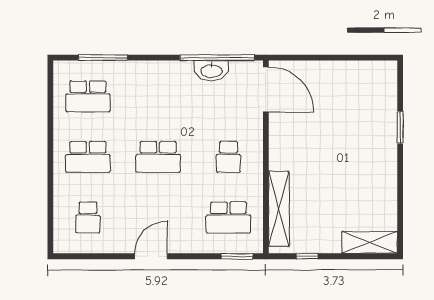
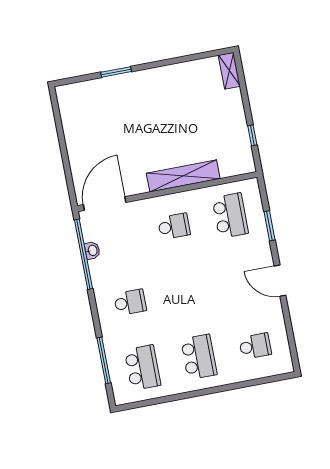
washbasin: (211, 71) -> (92, 250), width x0.52, depth x0.69
school desk: (158, 157) -> (130, 302), moved, width x0.54
shelving: (279, 209) -> (183, 176), moved
shelving: (370, 242) -> (229, 71), width x0.67, depth x0.75
window: (237, 256) -> (270, 226), moved

